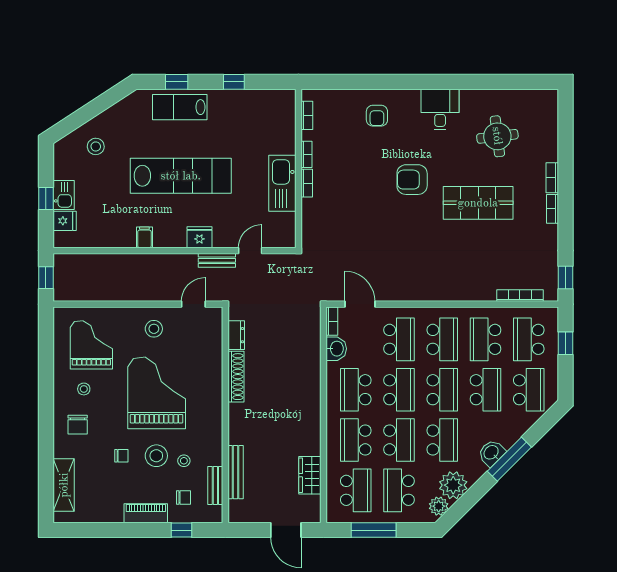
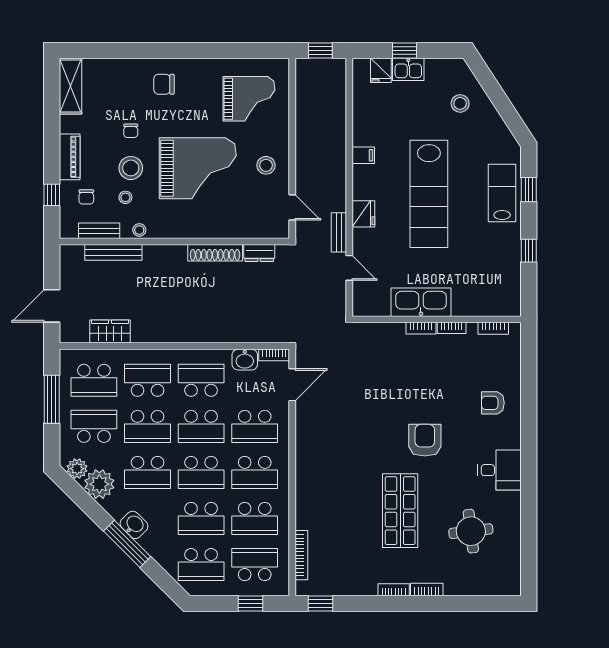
school desk: (486, 339) -> (255, 518), turned 180
stool: (84, 389) -> (139, 230), moved
shelving: (64, 485) -> (71, 86), moved, turned 90

